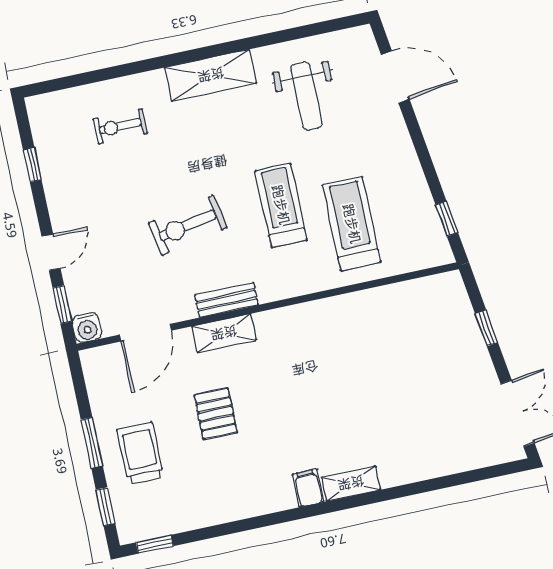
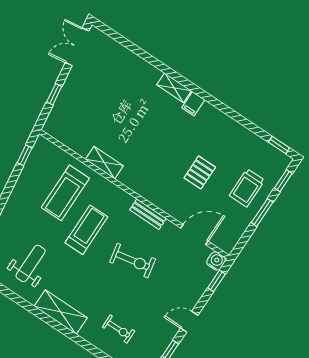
treadmill: (281, 205) -> (86, 230), turned 180
door: (51, 252) -> (189, 322), moved
shelving: (224, 333) -> (104, 163), moved

